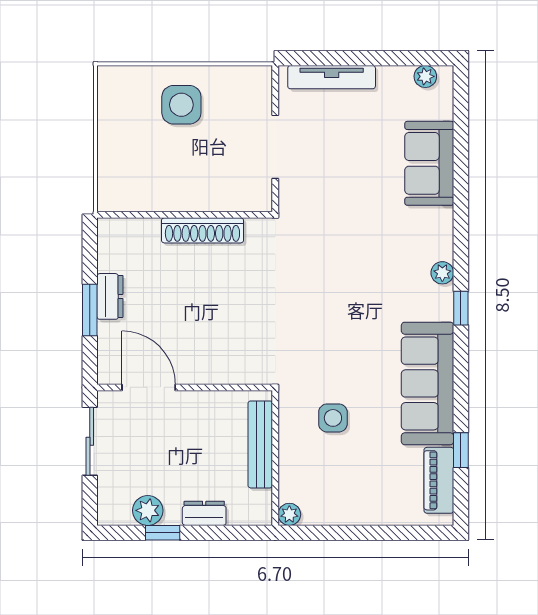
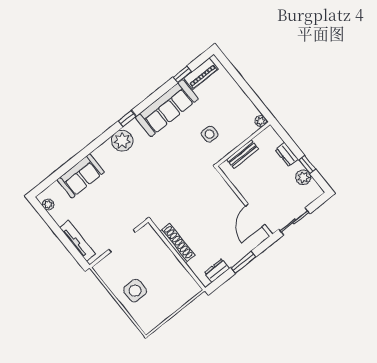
plant: (442, 273) -> (122, 141), width x1.88, depth x1.88
dresser: (110, 296) -> (217, 271), moved
bench: (260, 444) -> (243, 154), width x0.73

